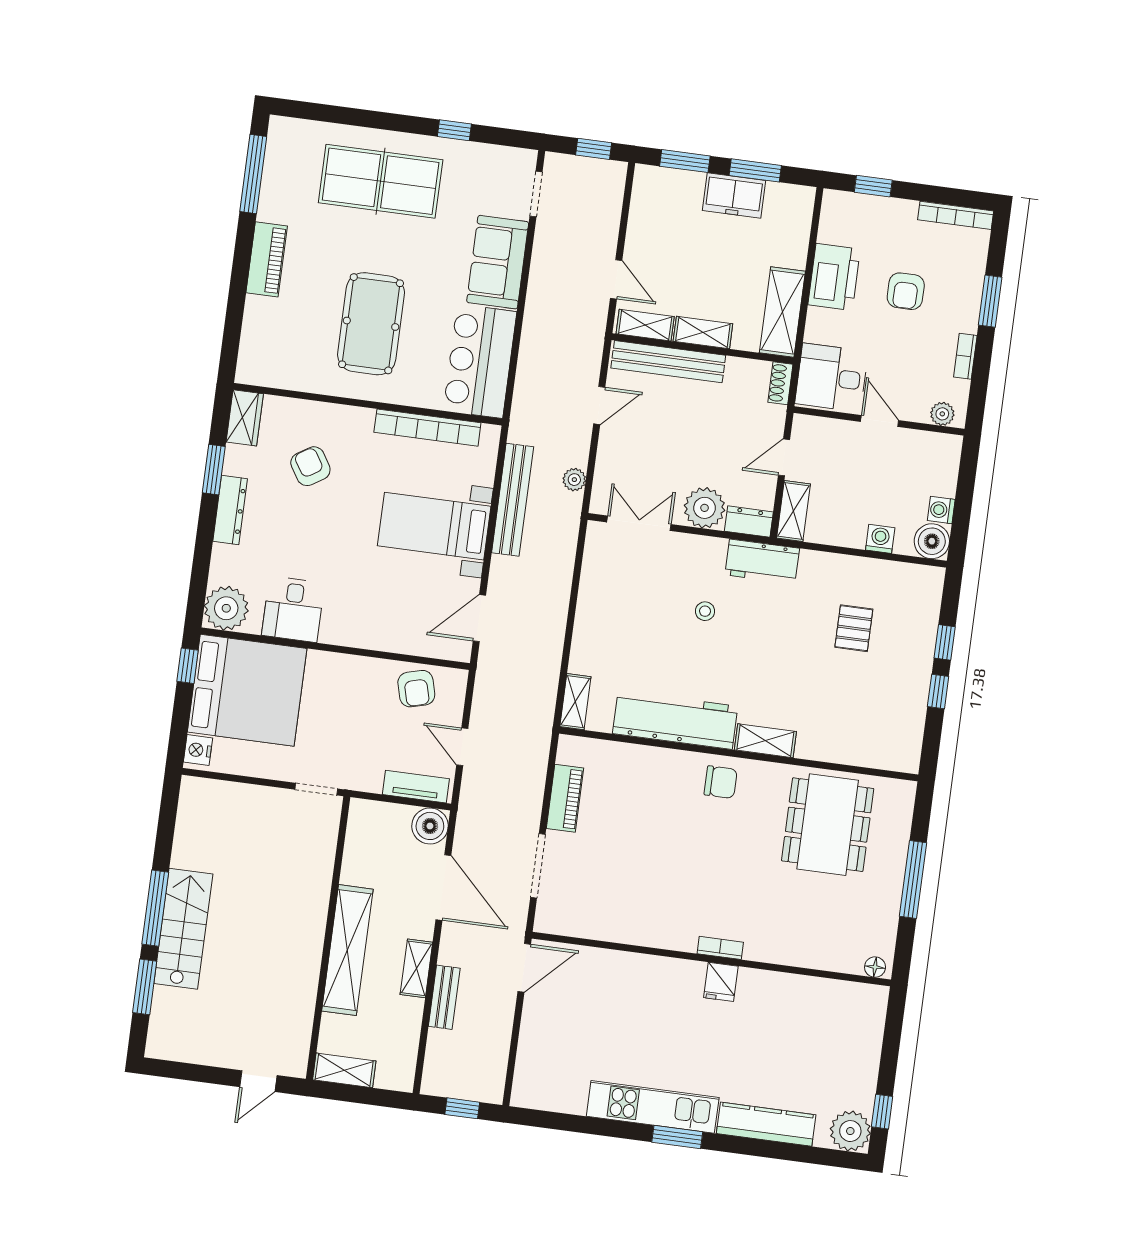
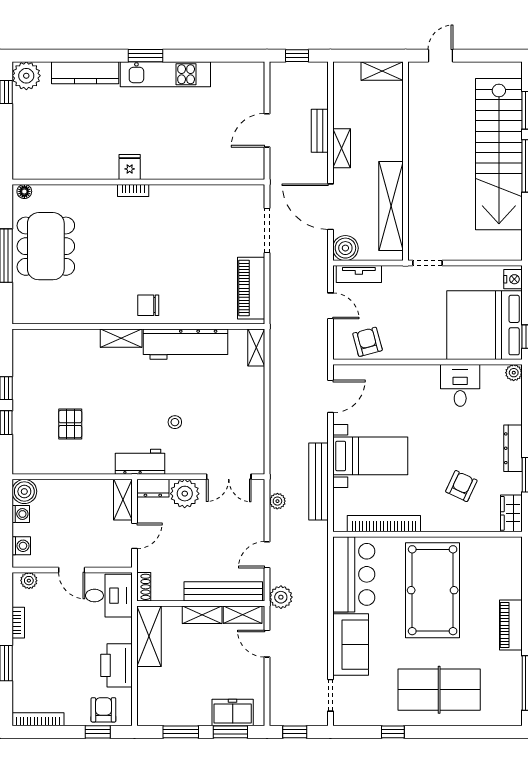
freezer: (734, 195) -> (233, 713), moved
armchair: (906, 291) -> (103, 710), moved
pool table: (371, 324) -> (433, 590), width x1.36, depth x1.32
plant: (588, 343) -> (281, 597), added
armchair: (310, 466) -> (461, 486), turned -123
washing machine: (880, 539) -> (21, 546), moved, turned -90
plant: (226, 608) -> (514, 373), width x0.53, depth x0.53
piano: (565, 798) -> (251, 288), width x1.37, depth x1.33
dining table: (828, 825) -> (46, 246), moved
stairs: (183, 929) -> (499, 154), width x1.86, depth x1.51
shelving: (347, 950) -> (391, 206), moved
door: (524, 968) -> (267, 130), moved

